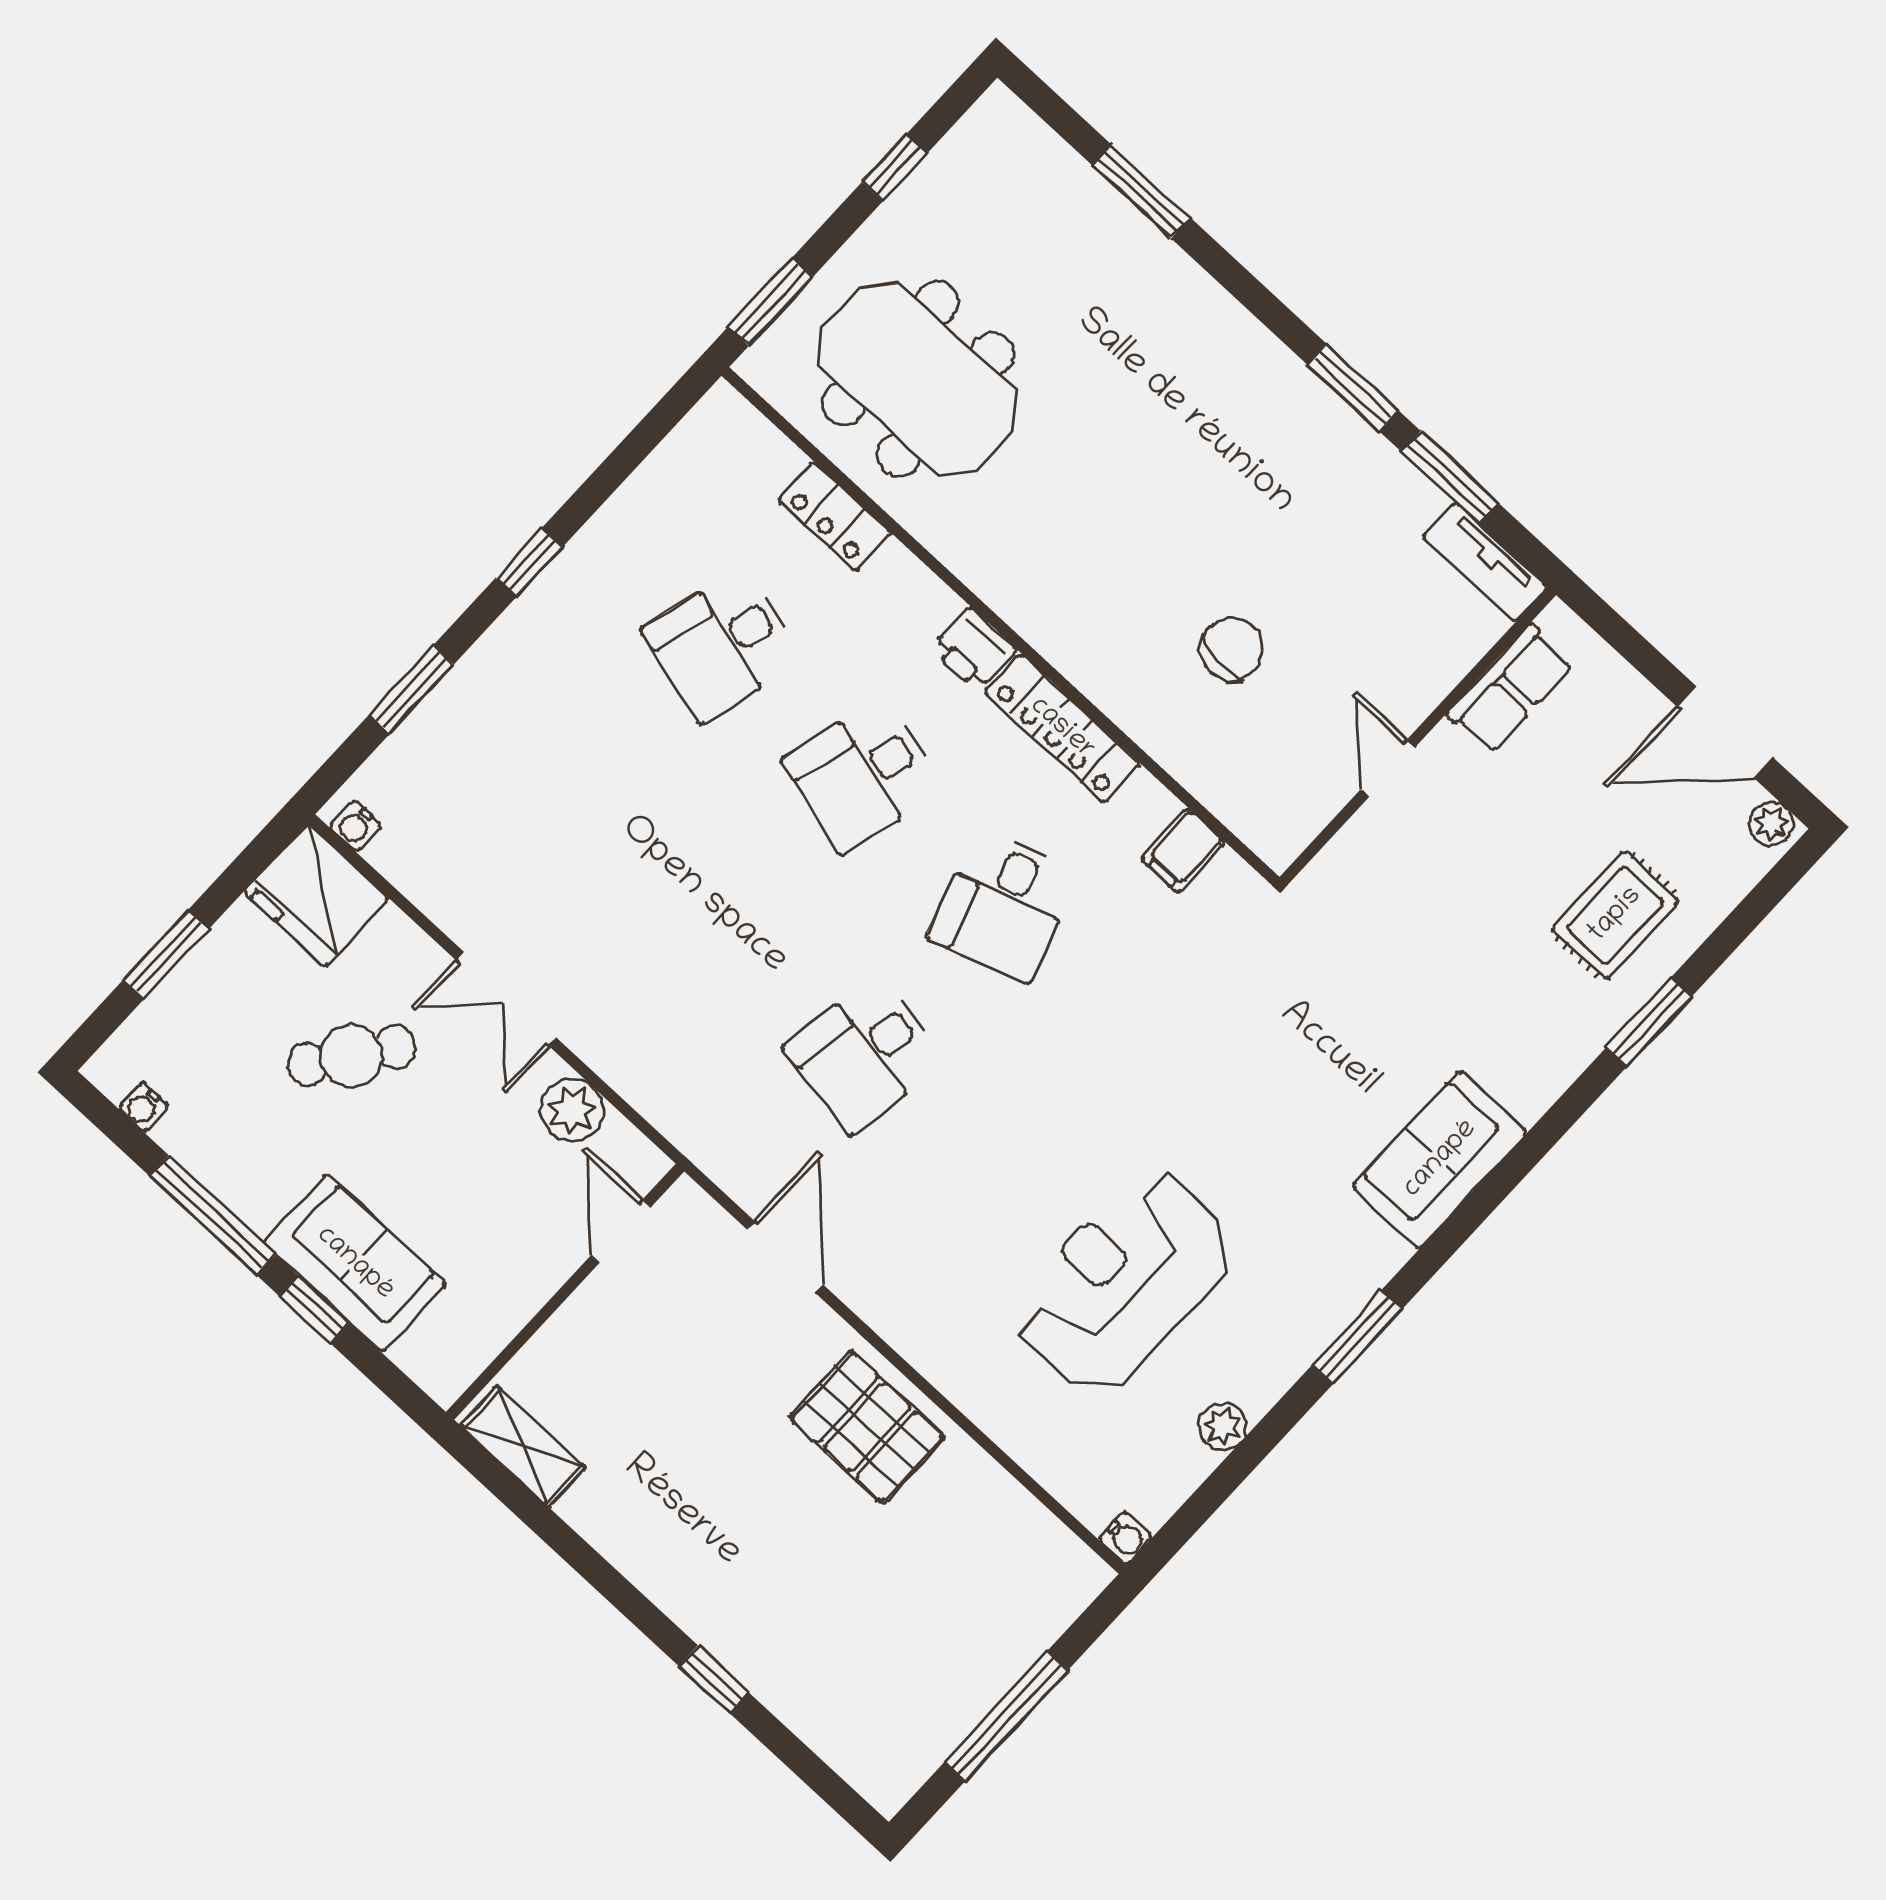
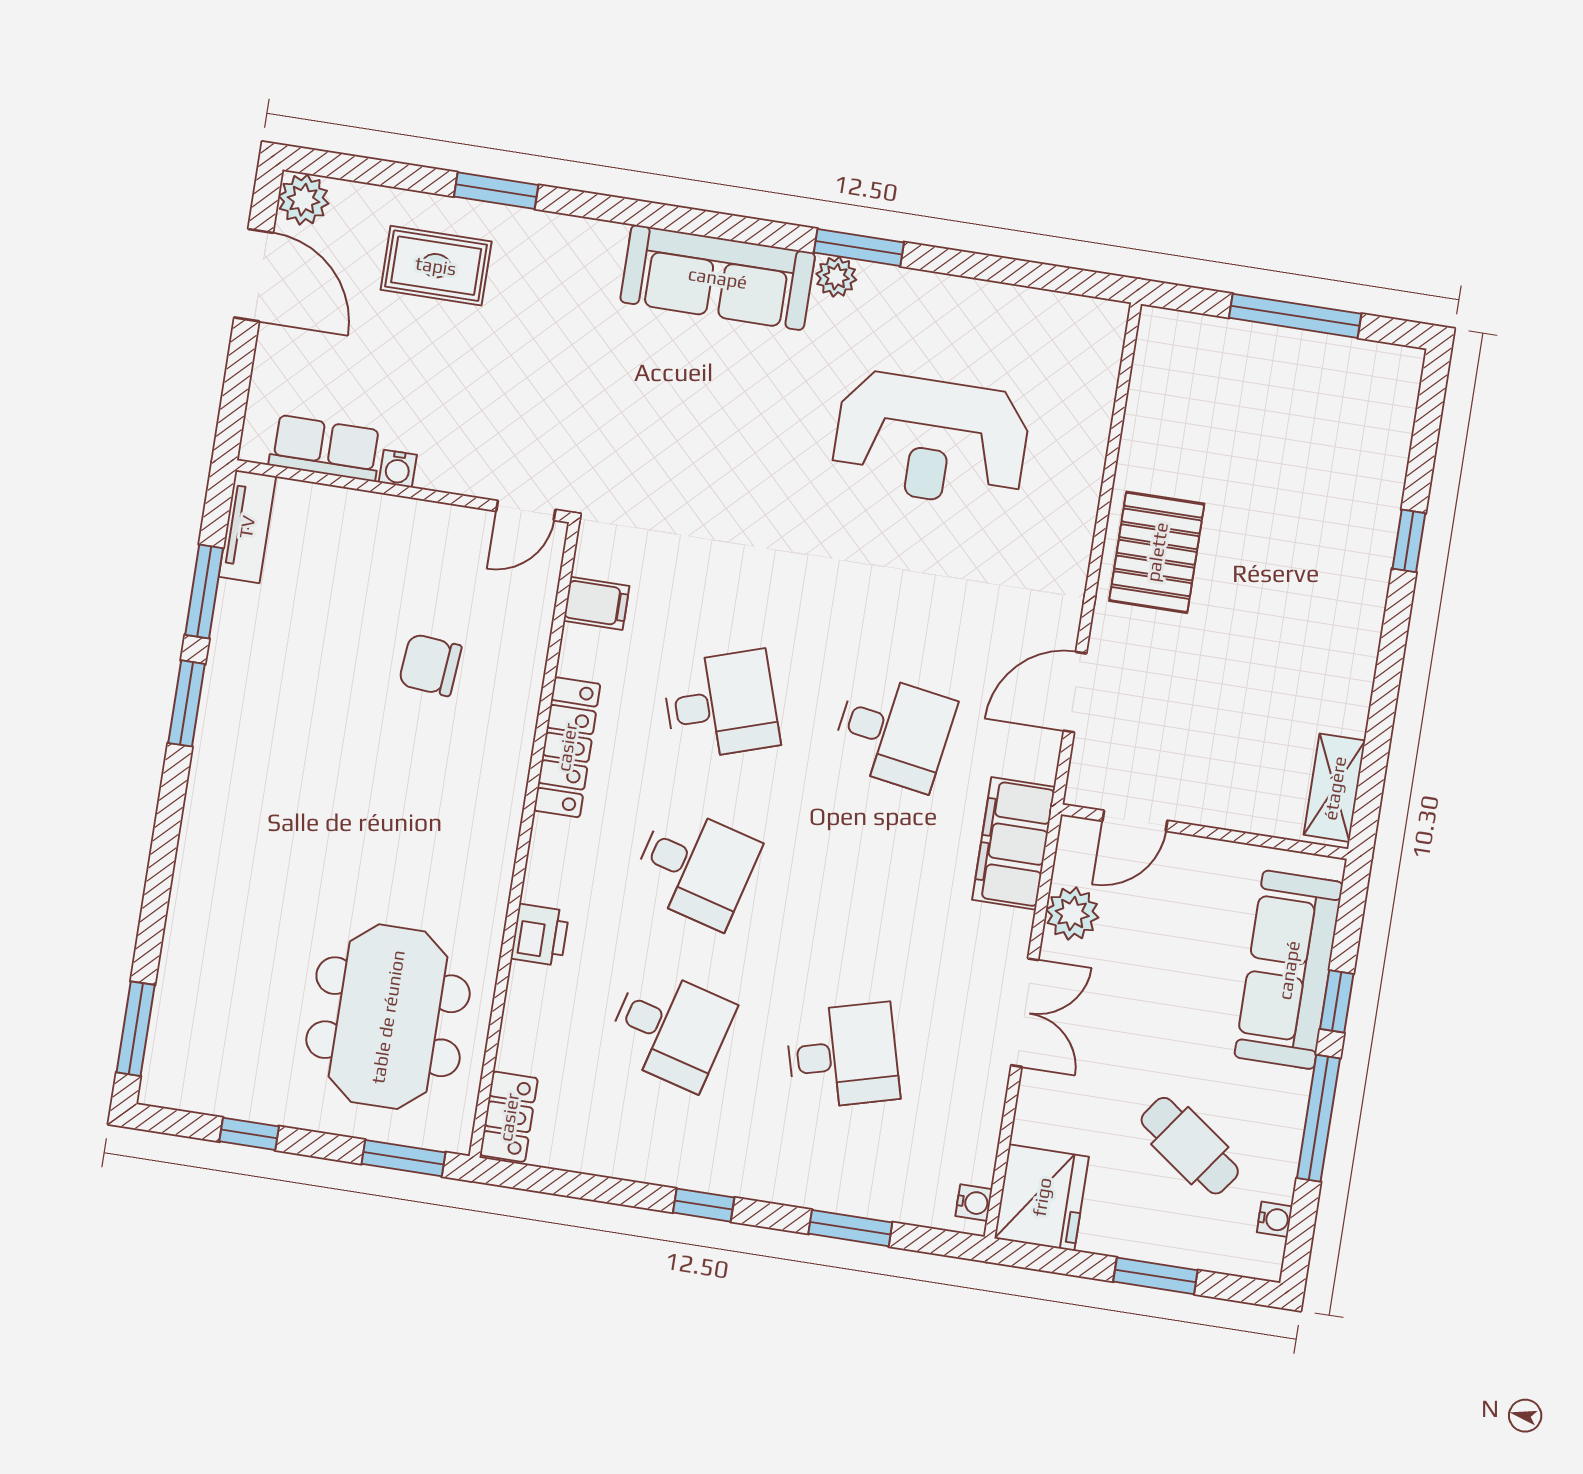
window: (1141, 191) -> (136, 1029), moved
locker: (834, 516) -> (509, 1117), moved
printer: (973, 649) -> (540, 935), moved
door: (1388, 768) -> (526, 510), moved
desk: (584, 795) -> (843, 1056), added
plant: (1771, 823) -> (303, 200), width x1.38, depth x1.38
cafe table: (352, 1056) -> (1190, 1146), moved
filing cabinet: (678, 1099) -> (1014, 843), added
sofa: (1440, 1159) -> (718, 278), width x1.36
sofa: (355, 1263) -> (1289, 970), width x1.36
plant: (1223, 1427) -> (836, 277), moved
water cooler: (1125, 1538) -> (398, 469), moved, turned 180

